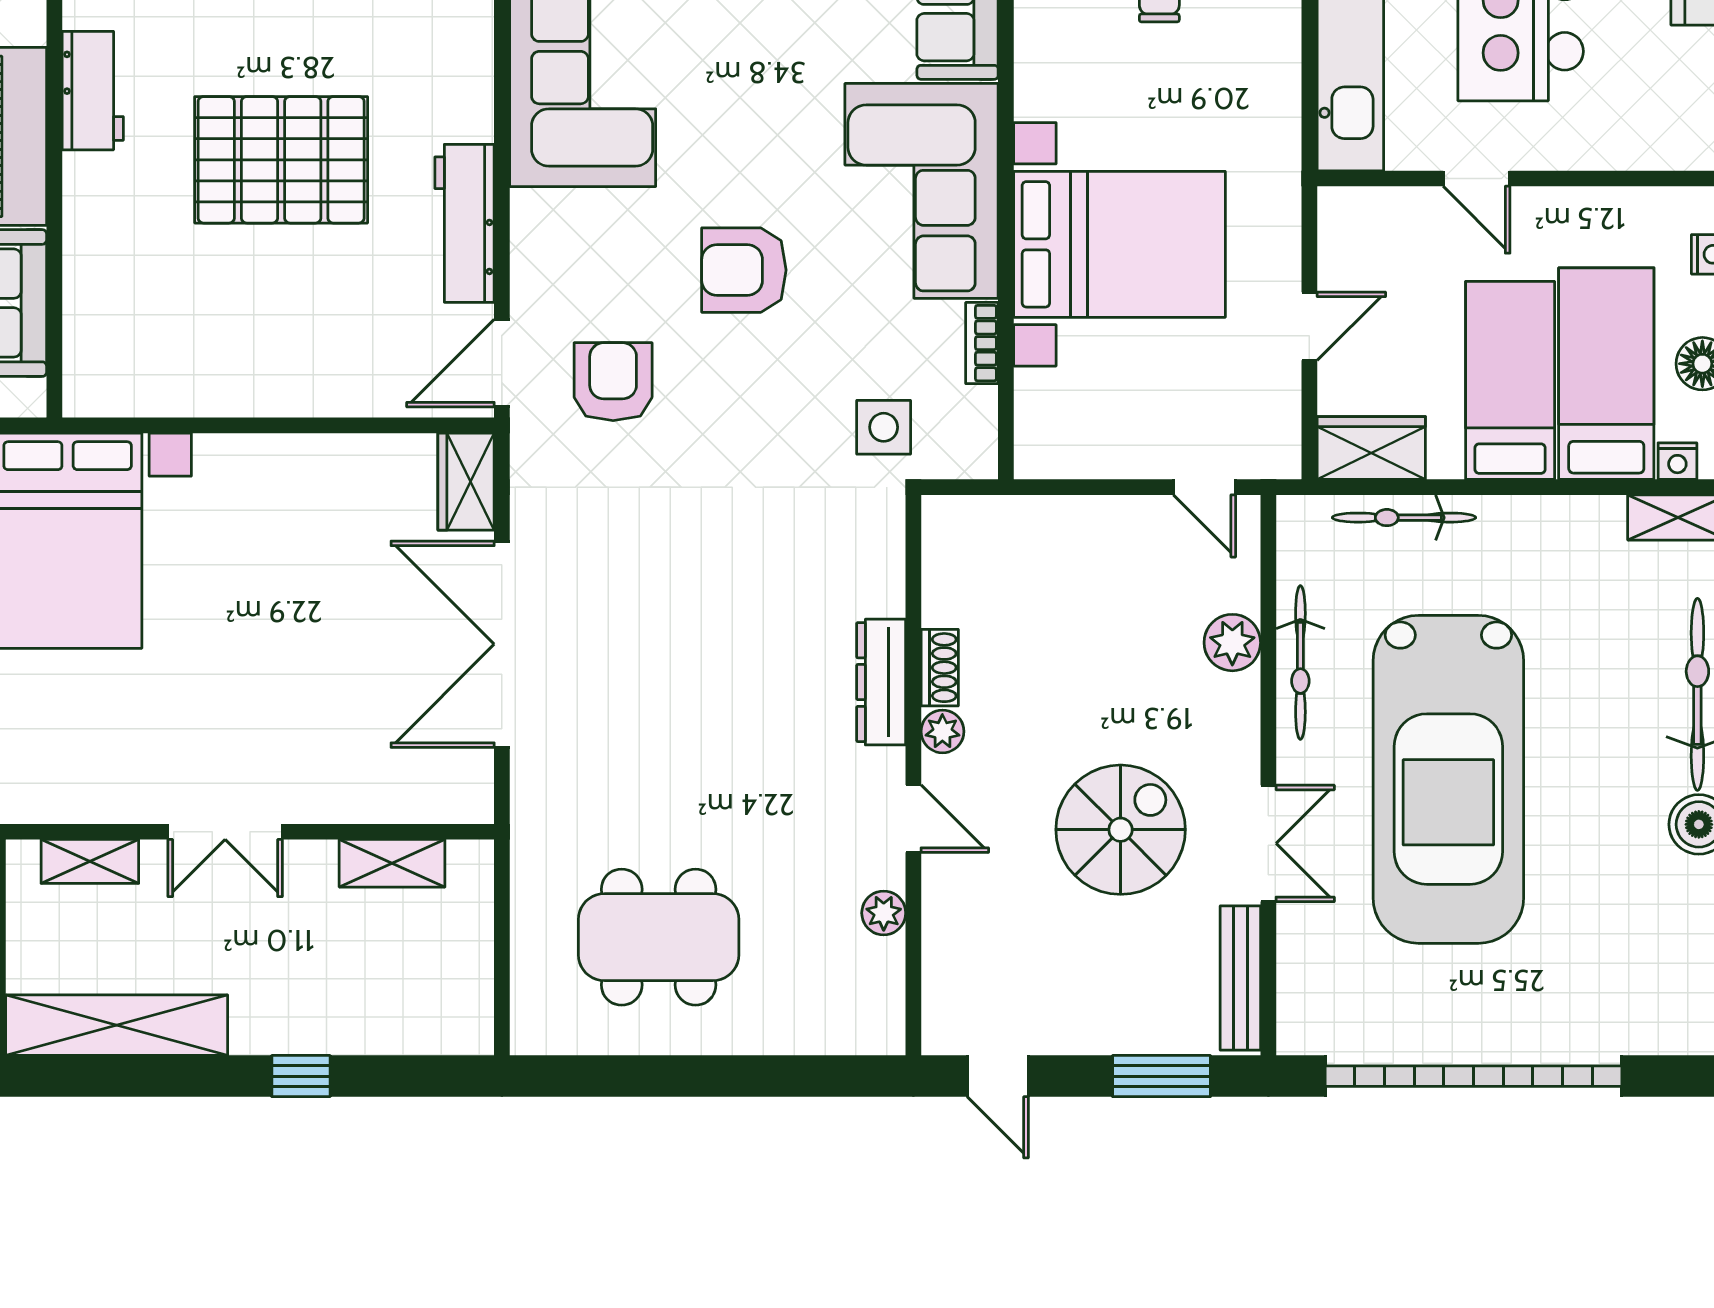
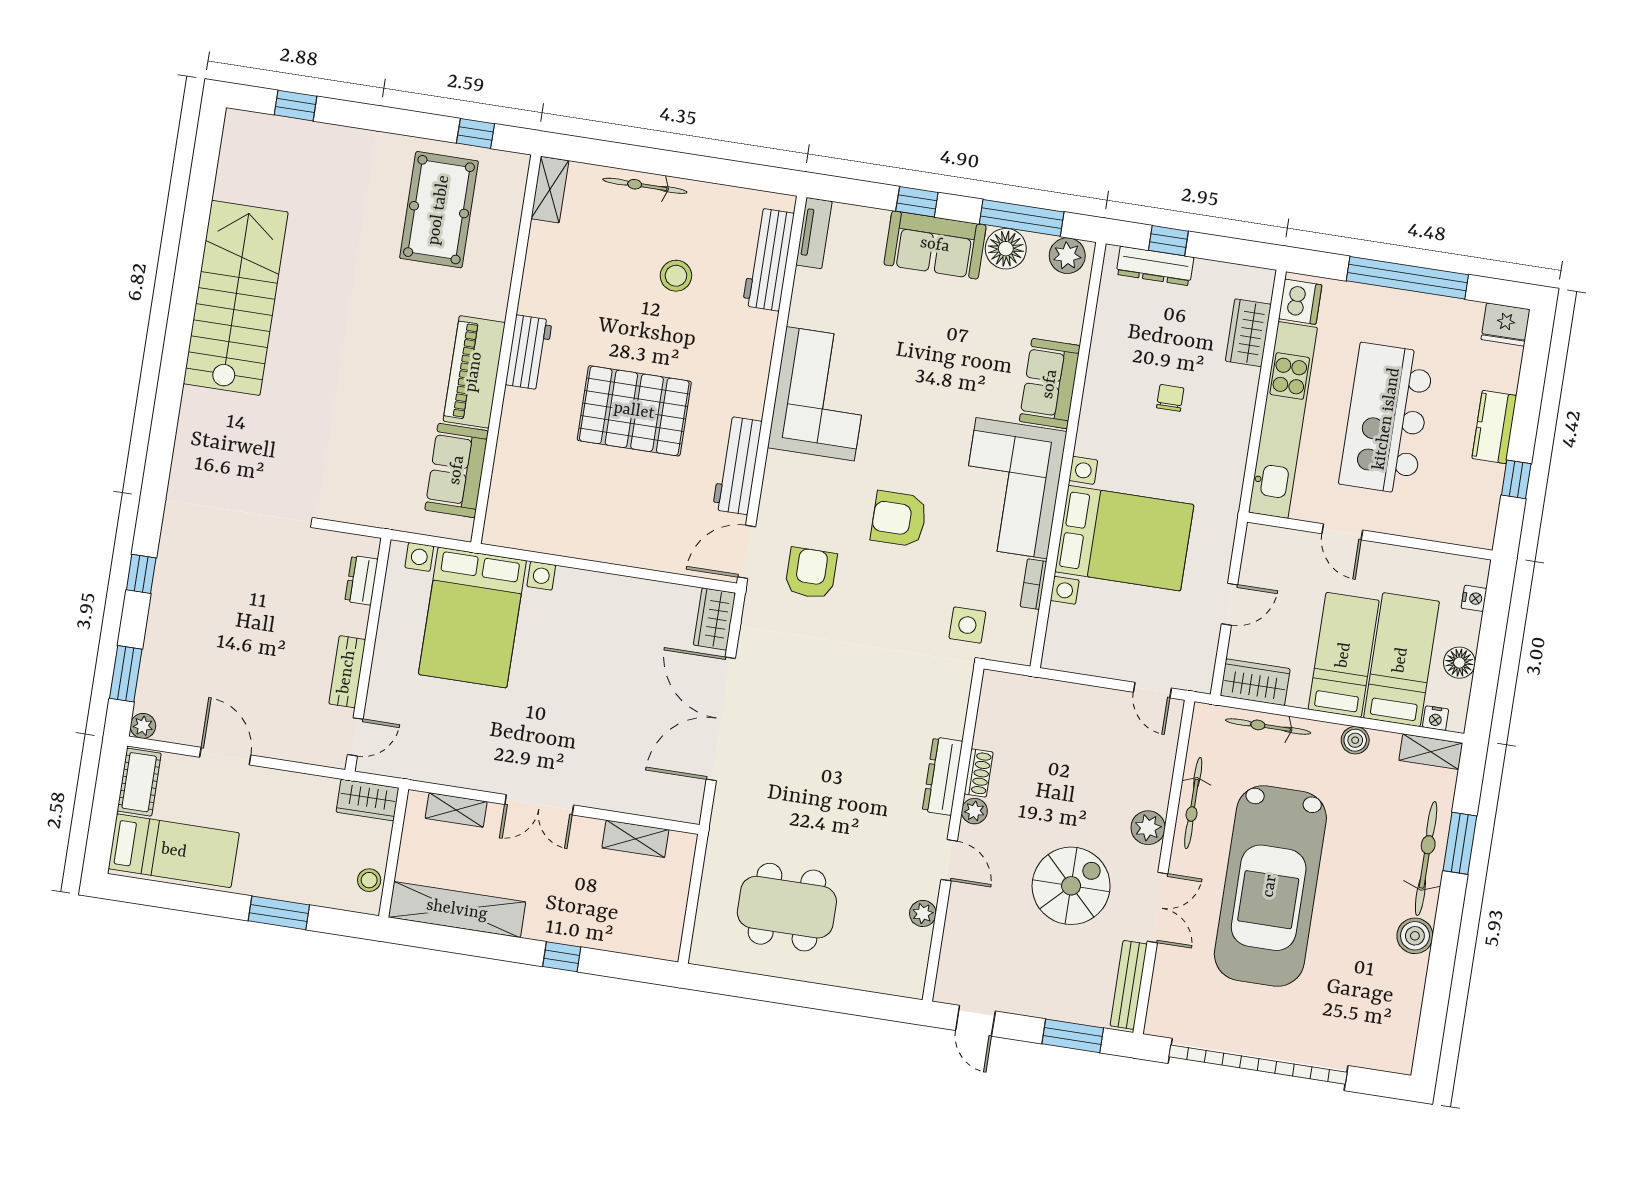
boiler: (1551, 518) -> (1355, 740), added
plant: (1232, 643) -> (1148, 828), moved

